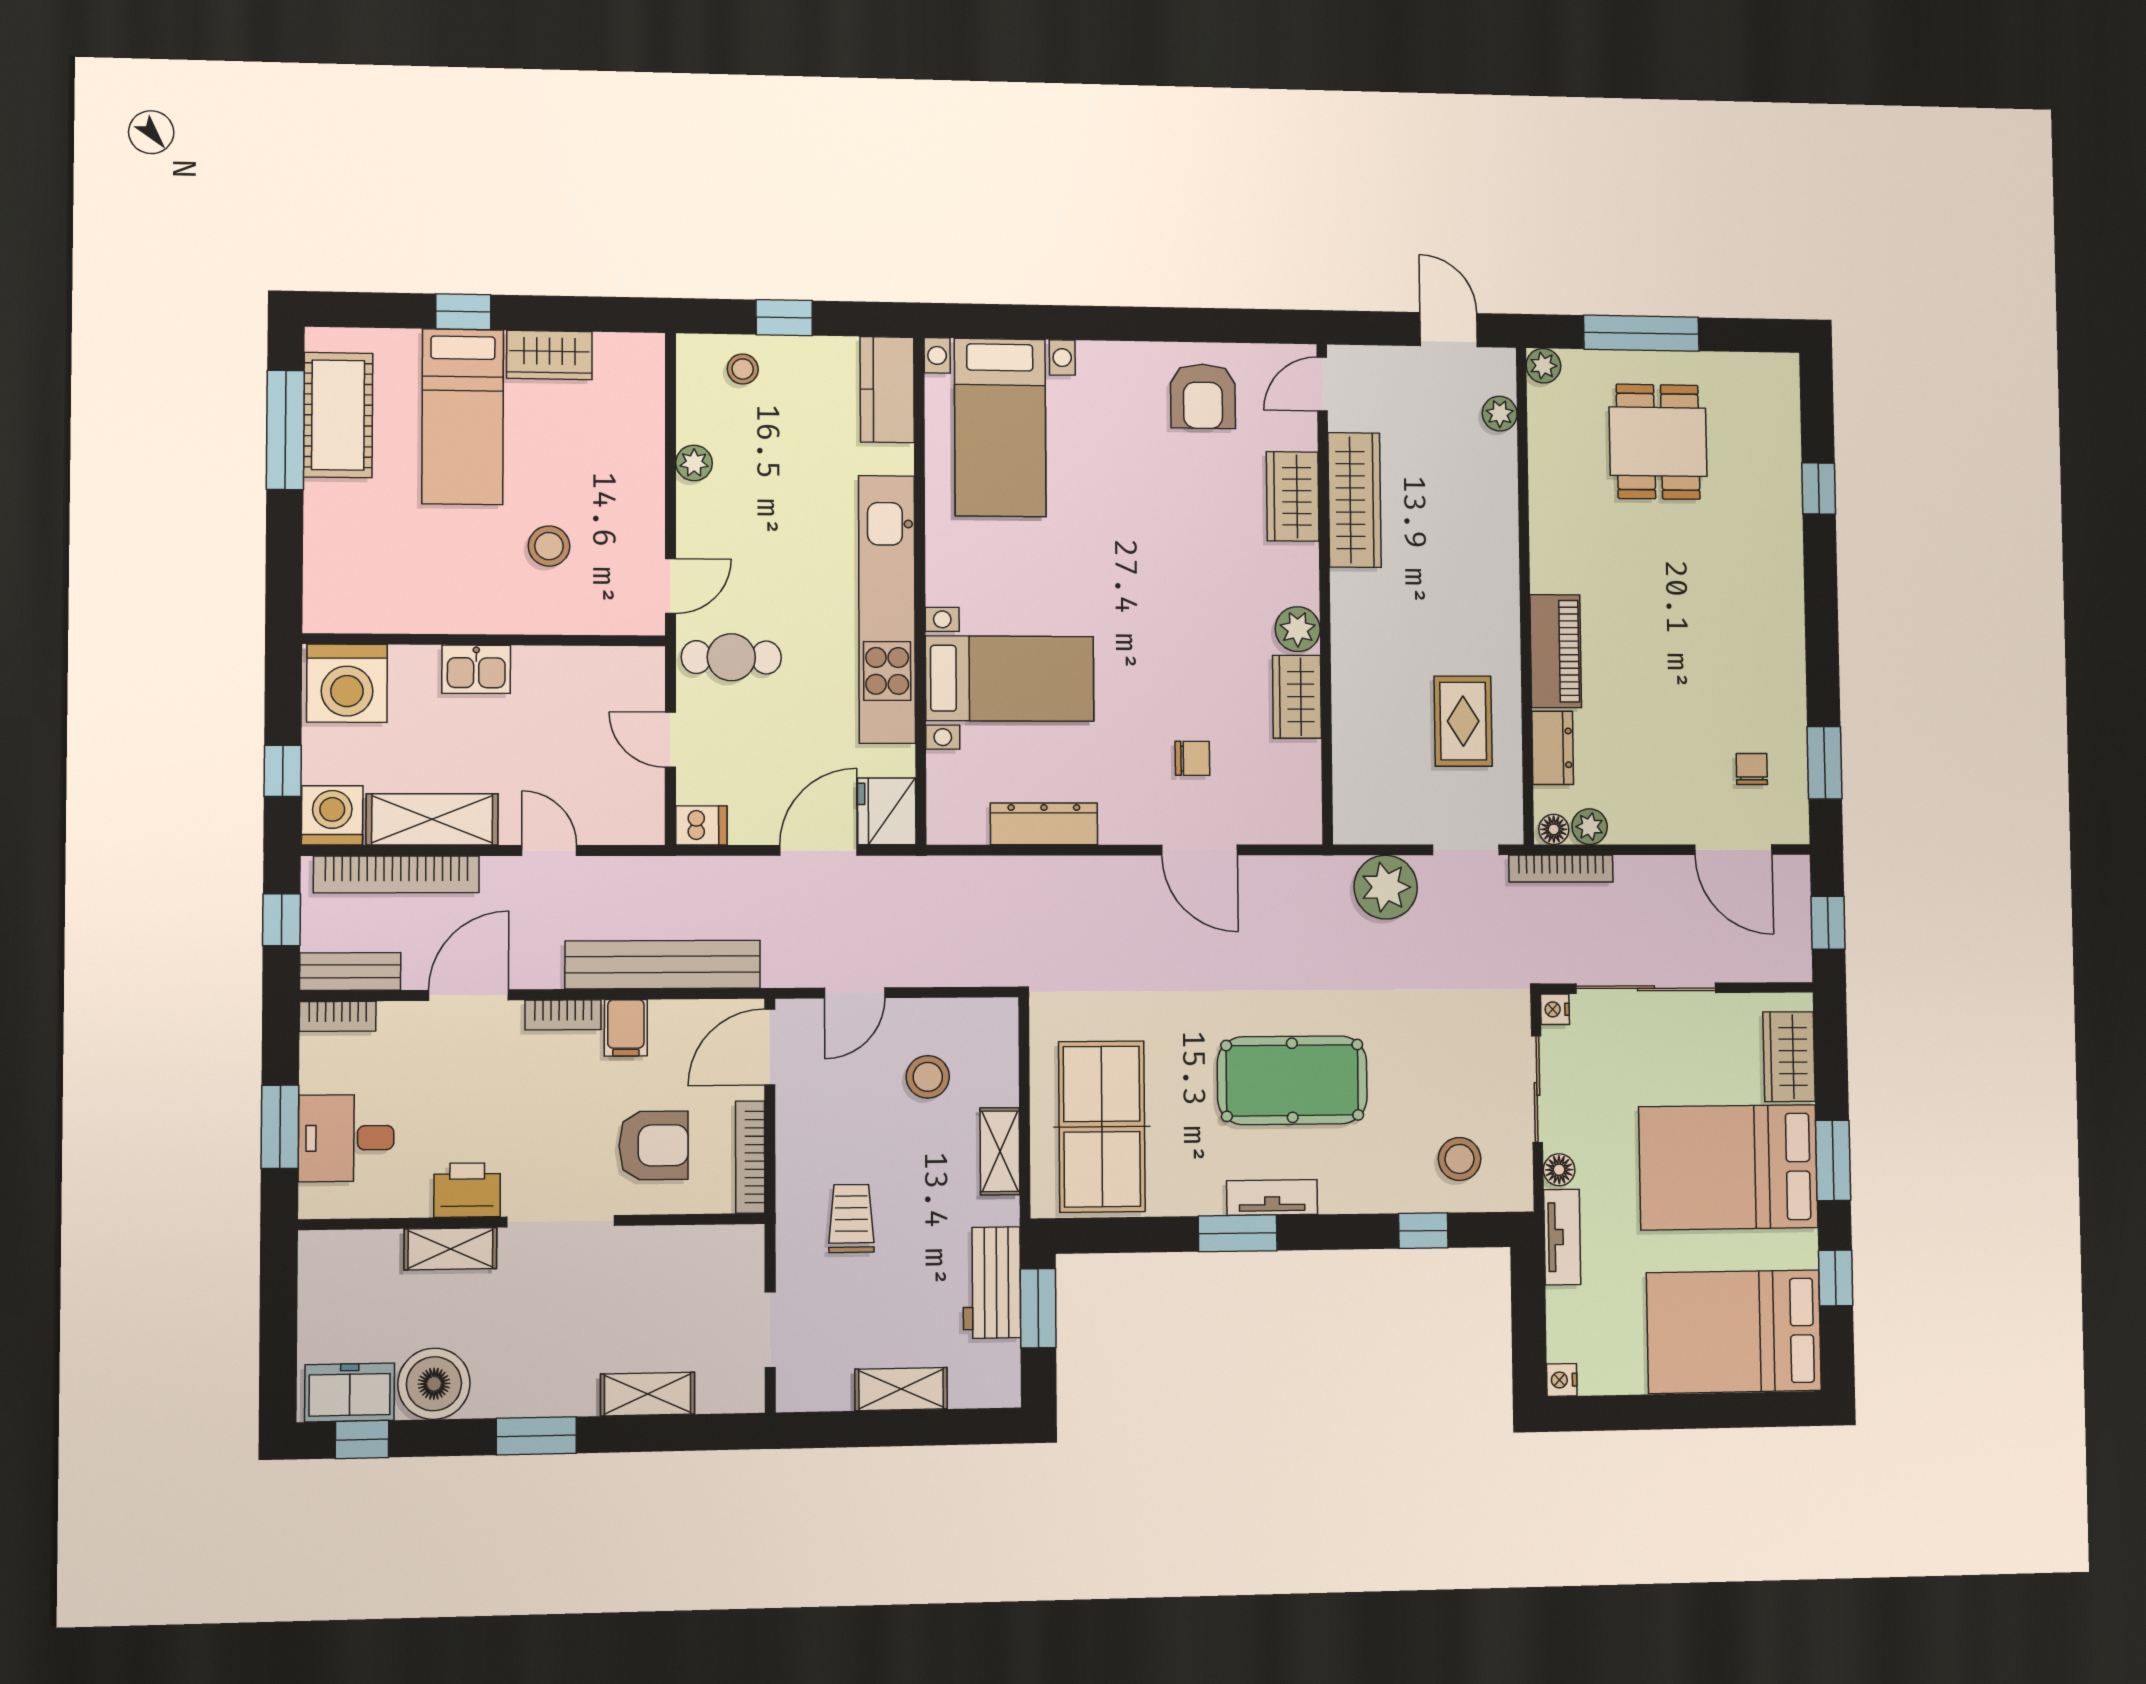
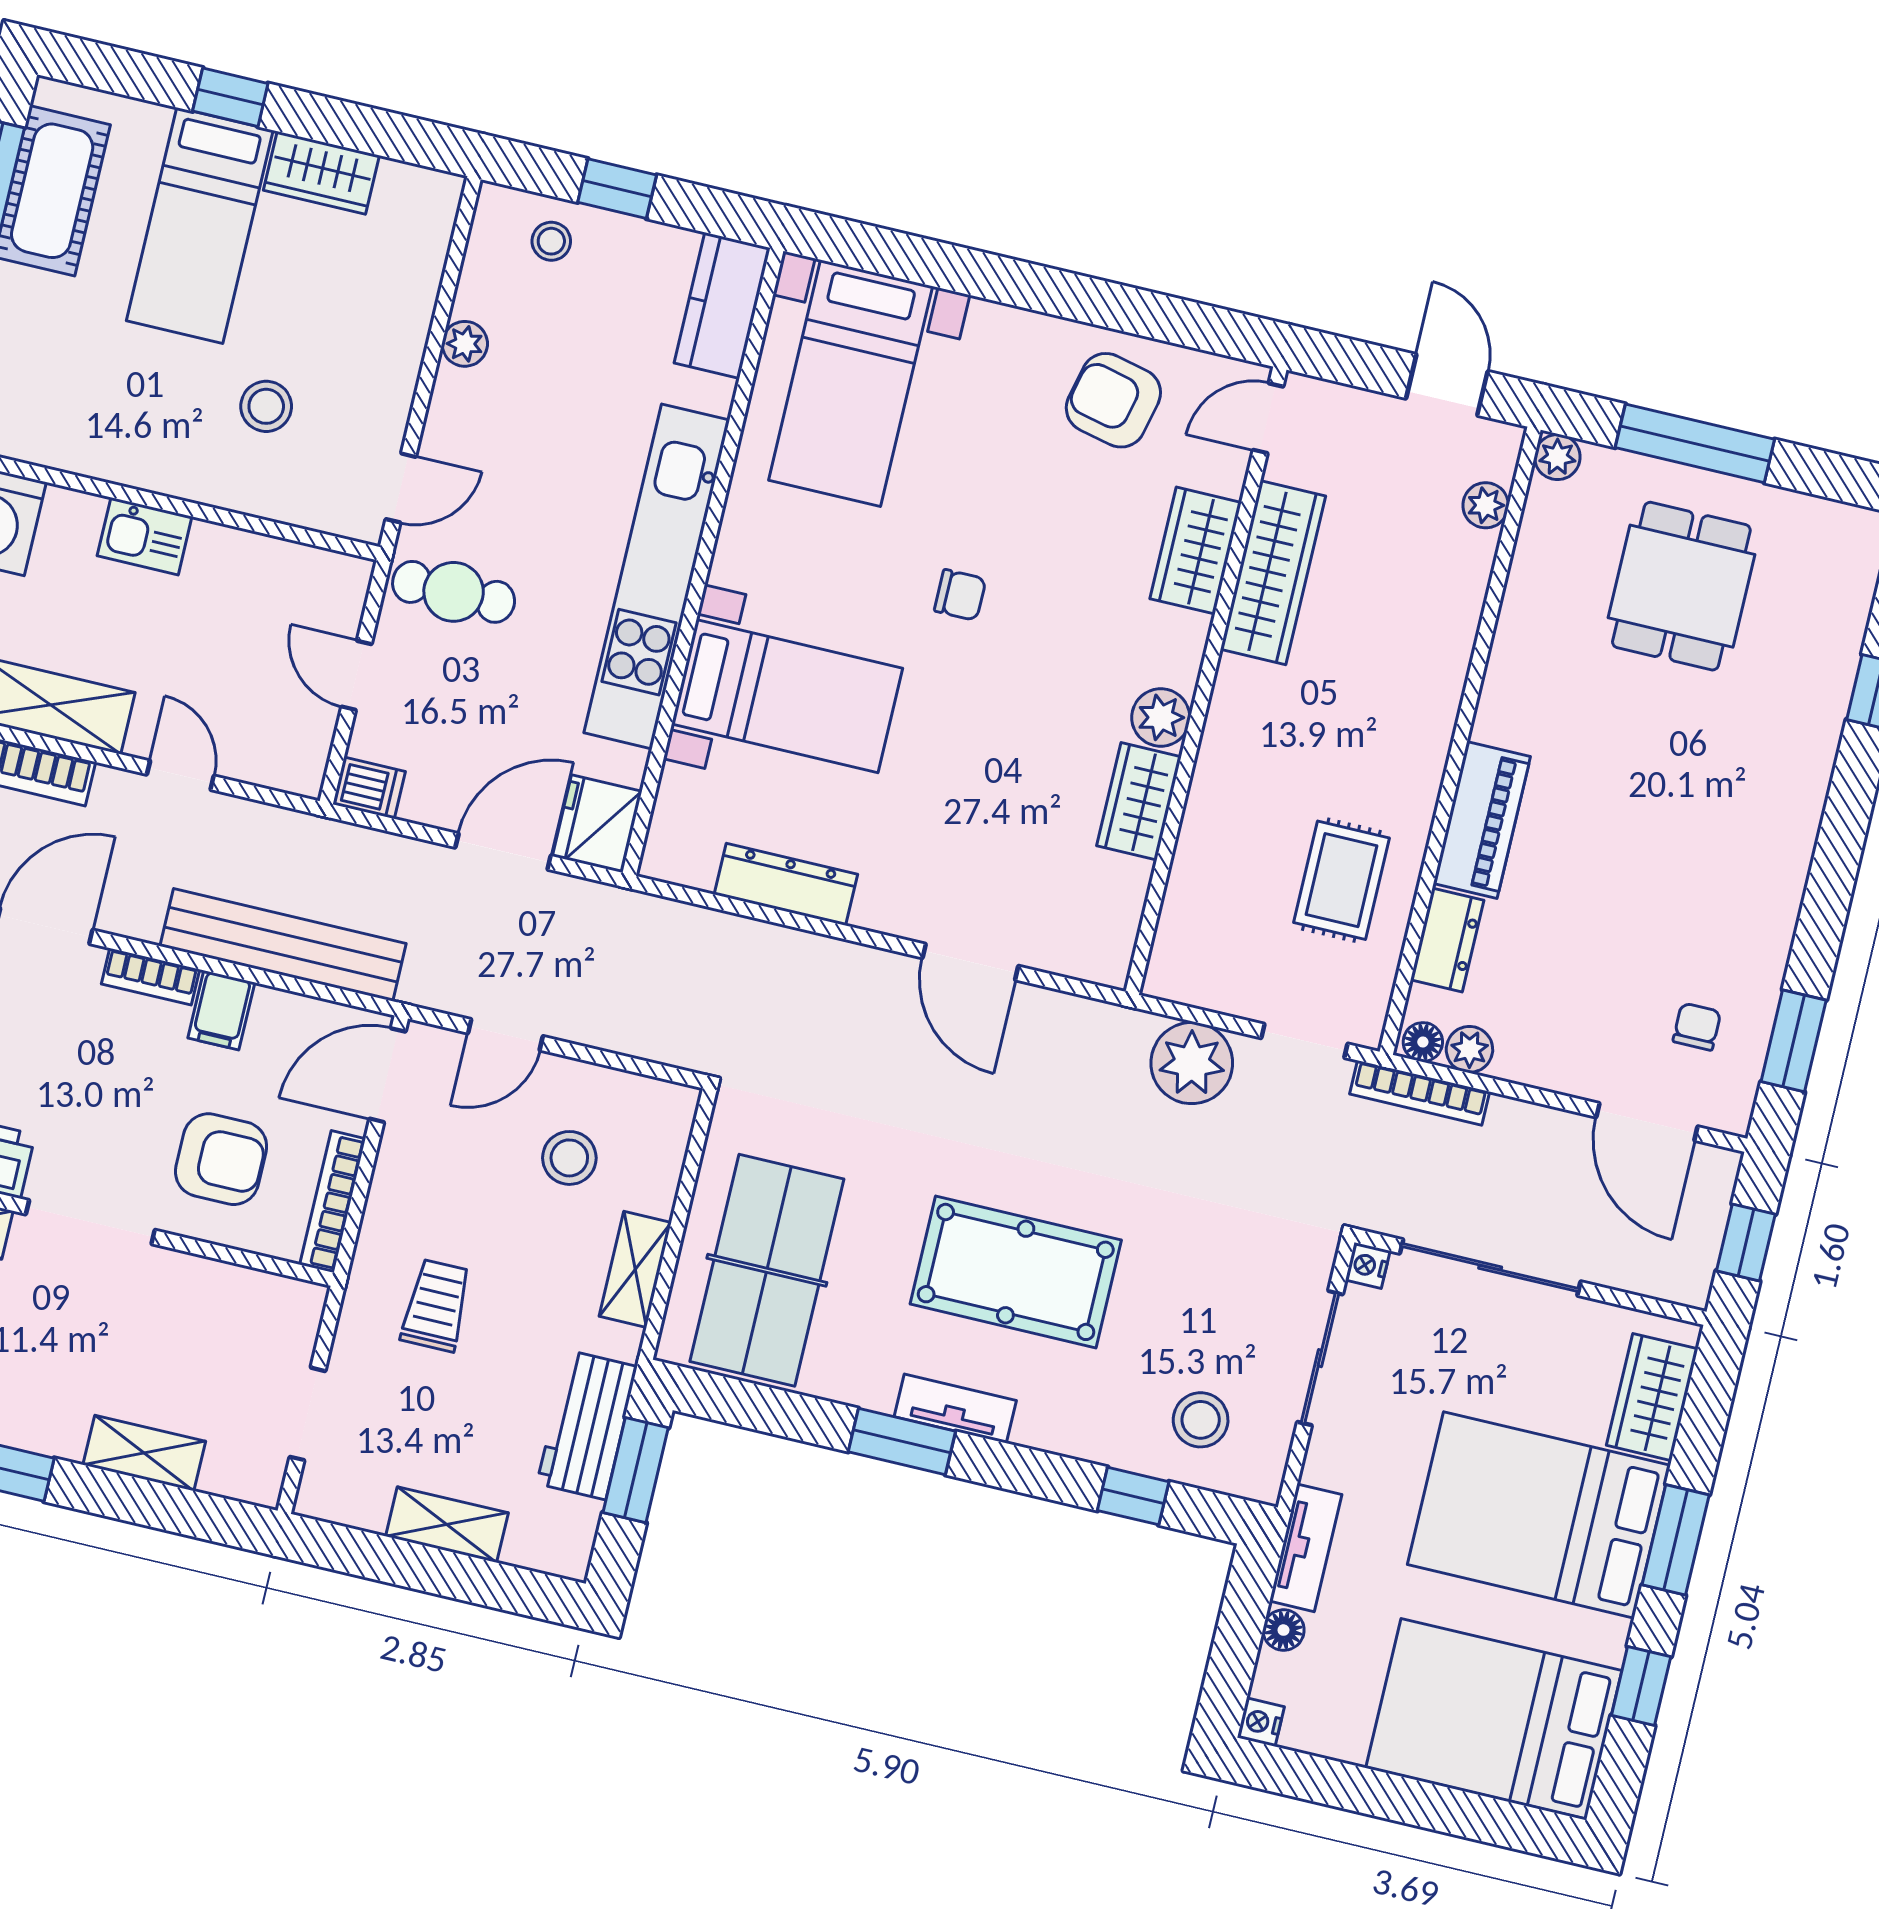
armchair: (1203, 396) -> (1113, 400), turned 103
chair: (1192, 758) -> (960, 595), moved
floor lamp: (1559, 1170) -> (1283, 1630), moved

